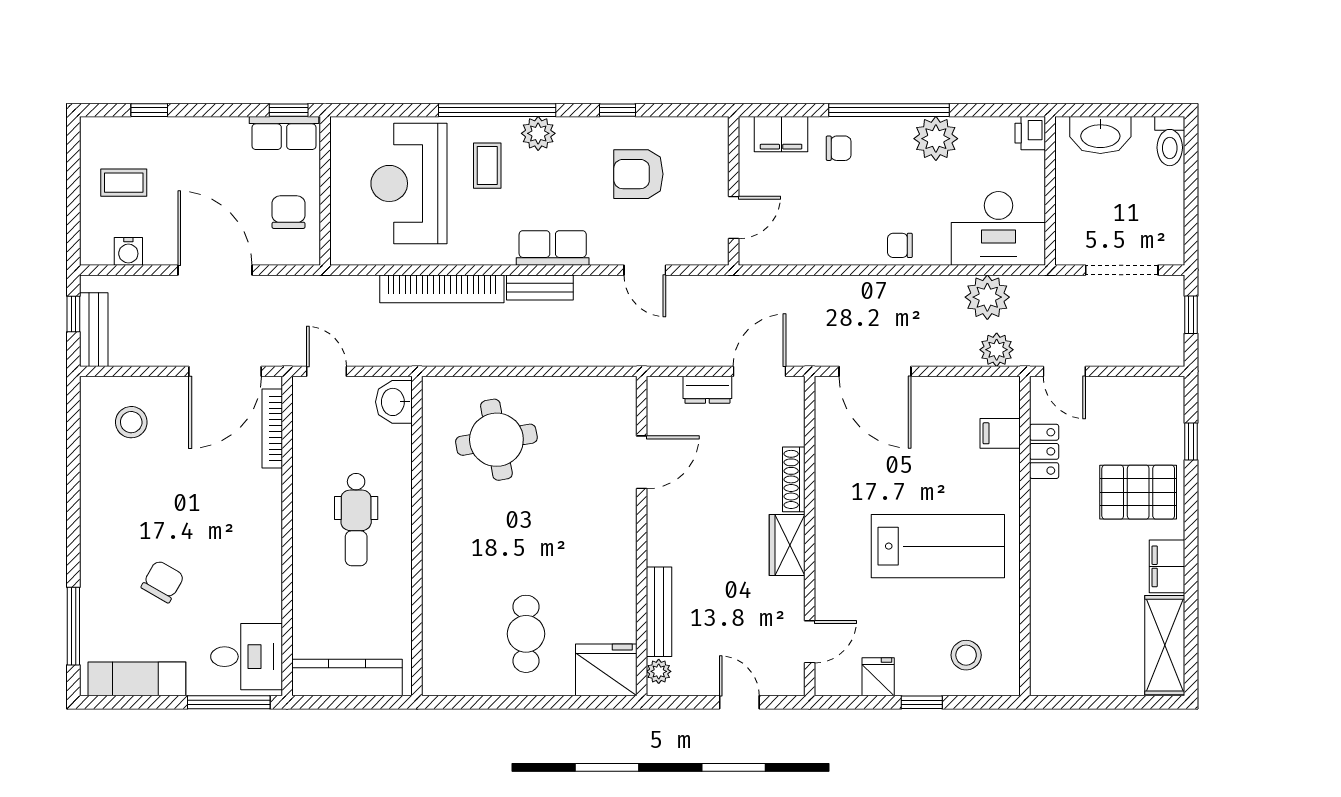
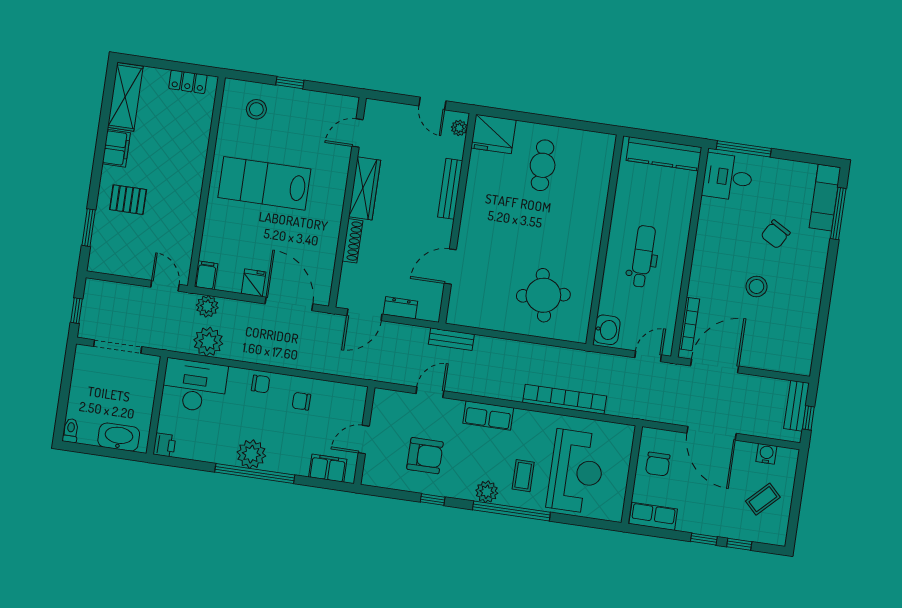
window: (289, 110) -> (704, 539), moved
plant: (936, 139) -> (251, 454), moved
toilet: (1170, 141) -> (71, 431), width x0.73, depth x0.72
chair: (839, 148) -> (301, 401), moved
coffee table: (124, 183) -> (763, 499), turned -45
door: (734, 218) -> (364, 439), moved
door: (645, 270) -> (430, 392), hinge flipped
bench: (540, 287) -> (451, 339), moved
door: (326, 371) -> (648, 356), swing flipped
stool: (131, 422) -> (757, 286), moved
filing cabinet: (1000, 433) -> (206, 275), moved, turned -90
window: (1191, 442) -> (89, 228), width x1.50
locker: (1044, 451) -> (188, 82), moved, turned -90
pallet: (1138, 492) -> (128, 200), width x0.67, depth x0.71
wardrobe: (787, 545) -> (365, 188), width x1.50
bench: (659, 612) -> (450, 189), moved
fridge: (878, 677) -> (254, 283), moved, turned 180
exam couch: (137, 679) -> (825, 198), moved, turned 90
door: (739, 702) -> (432, 103), moved

